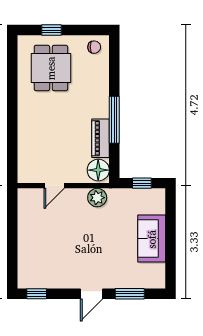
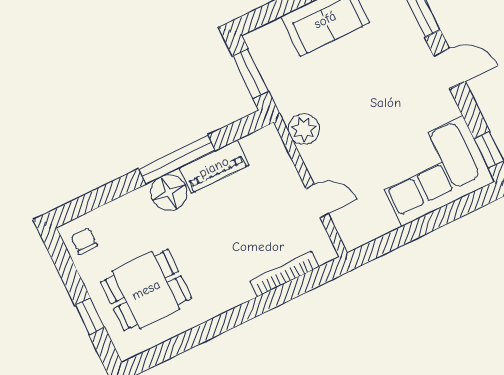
bookcase: (23, 148) -> (284, 274), added
floor lamp: (98, 170) -> (169, 193), moved
window: (142, 183) -> (250, 73), width x1.50
corner sofa: (40, 257) -> (433, 171), added

